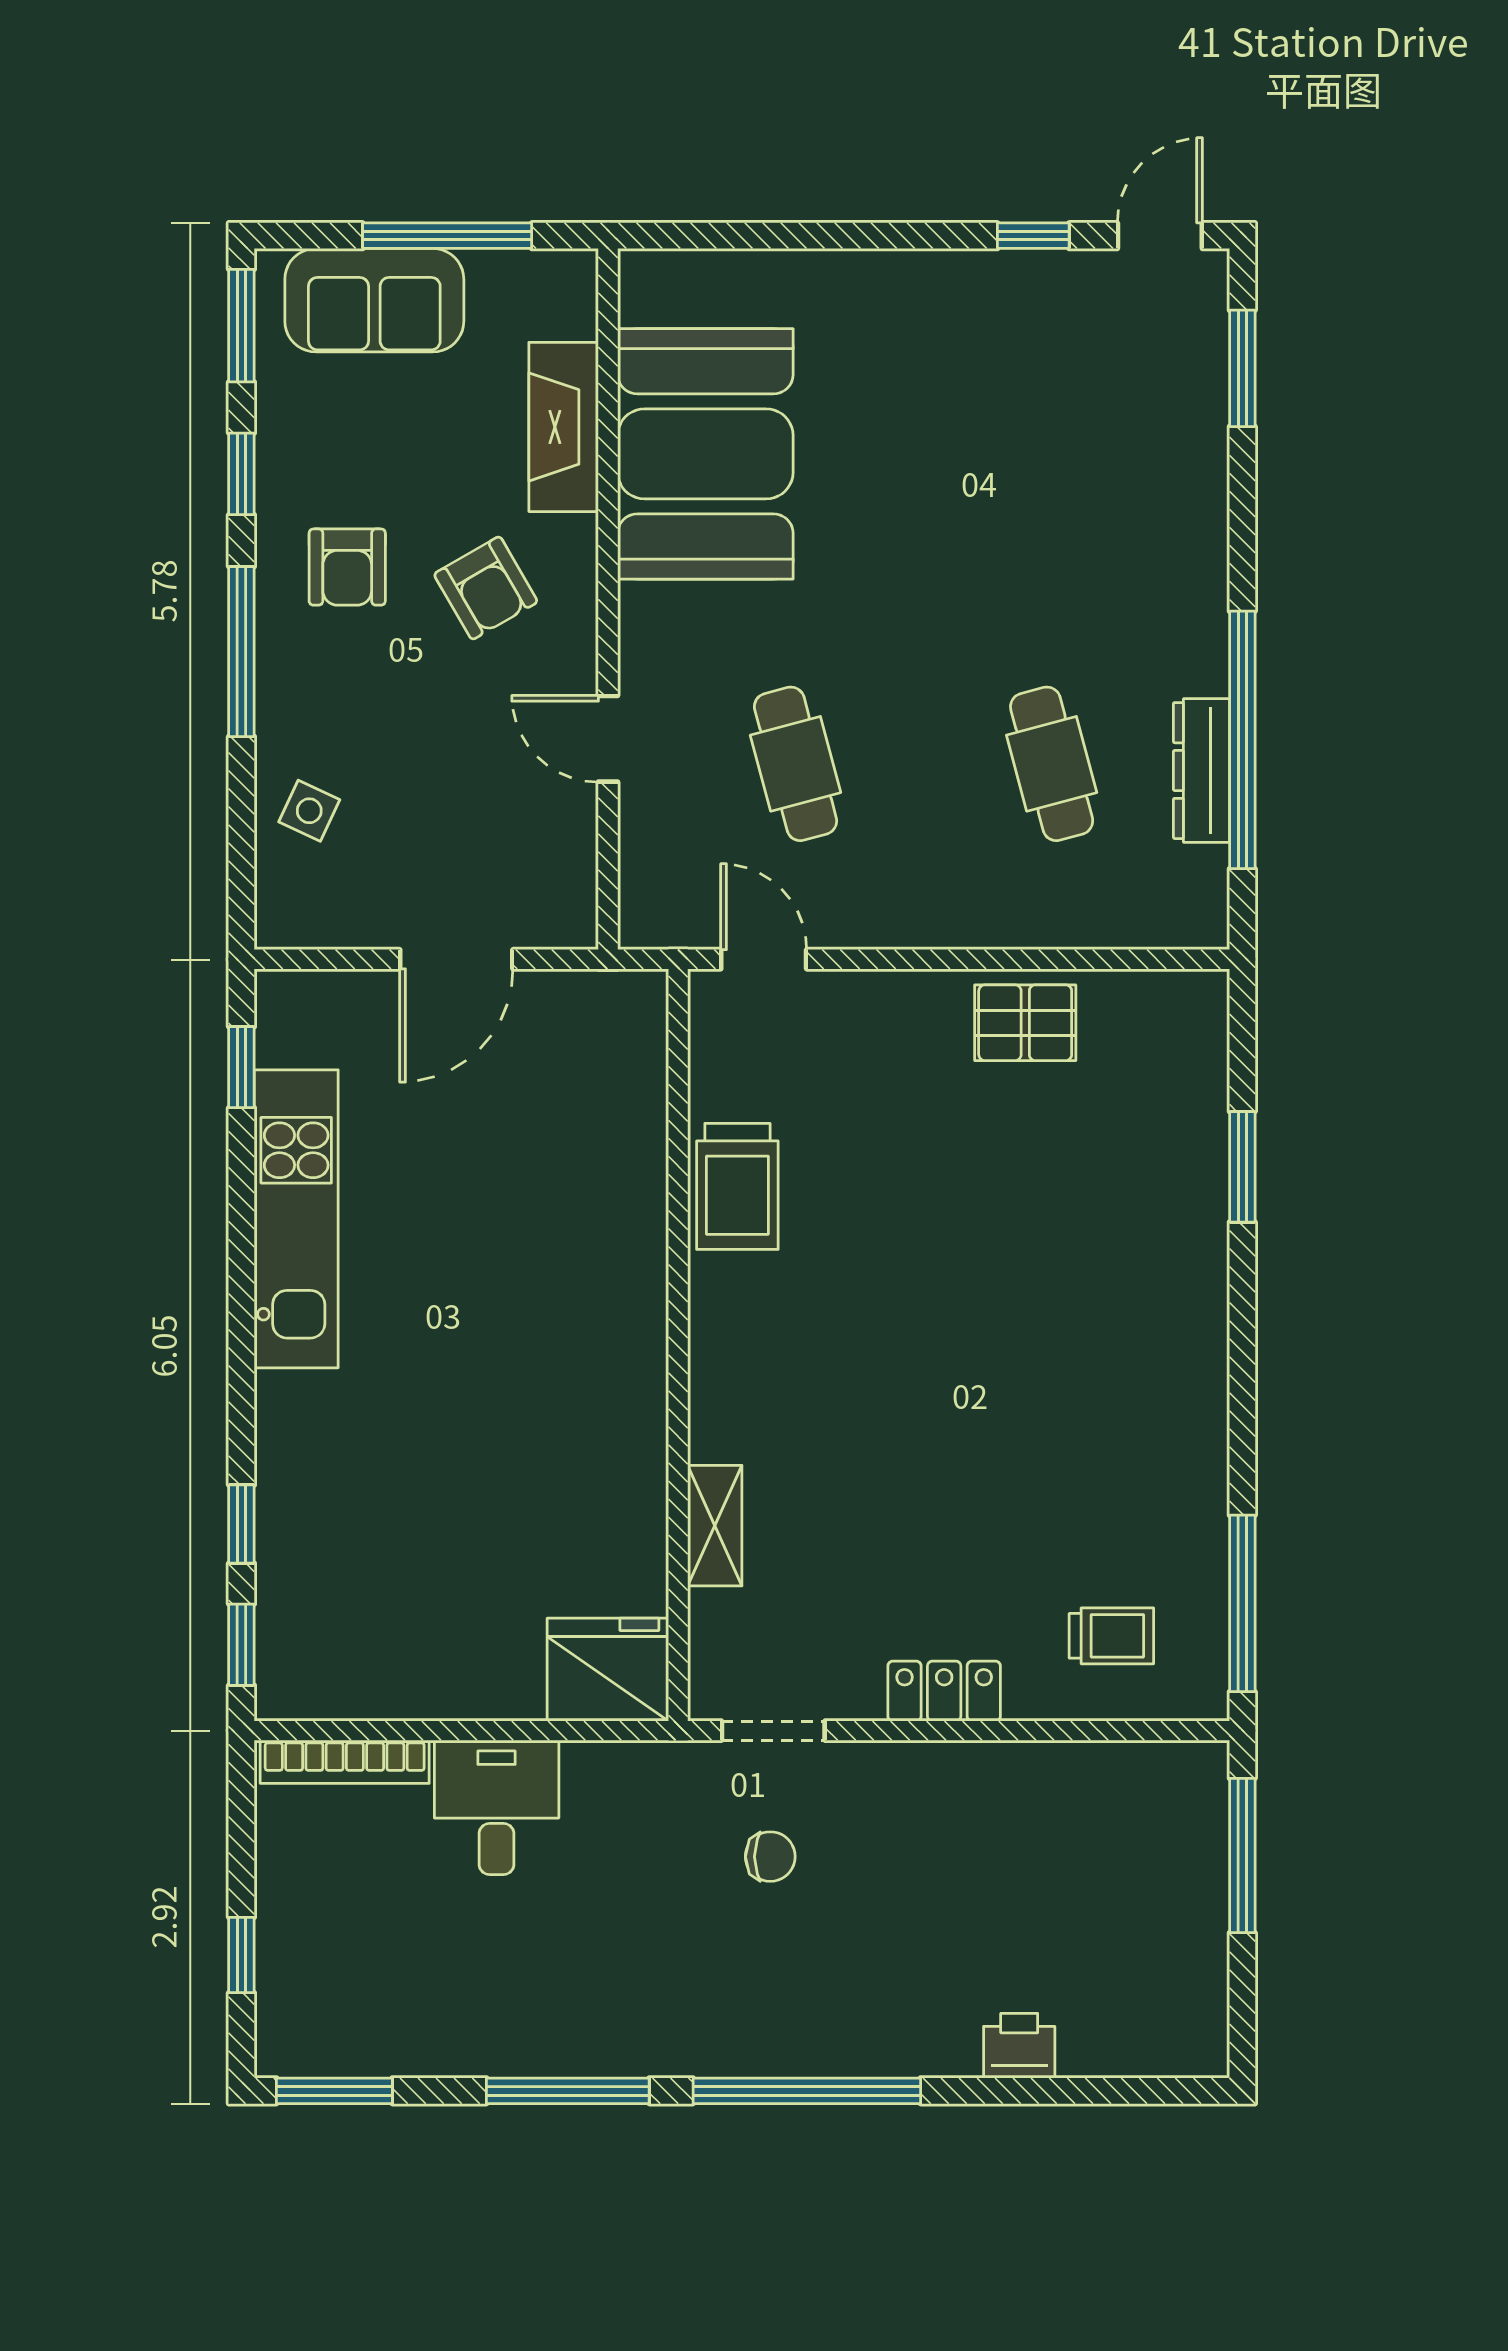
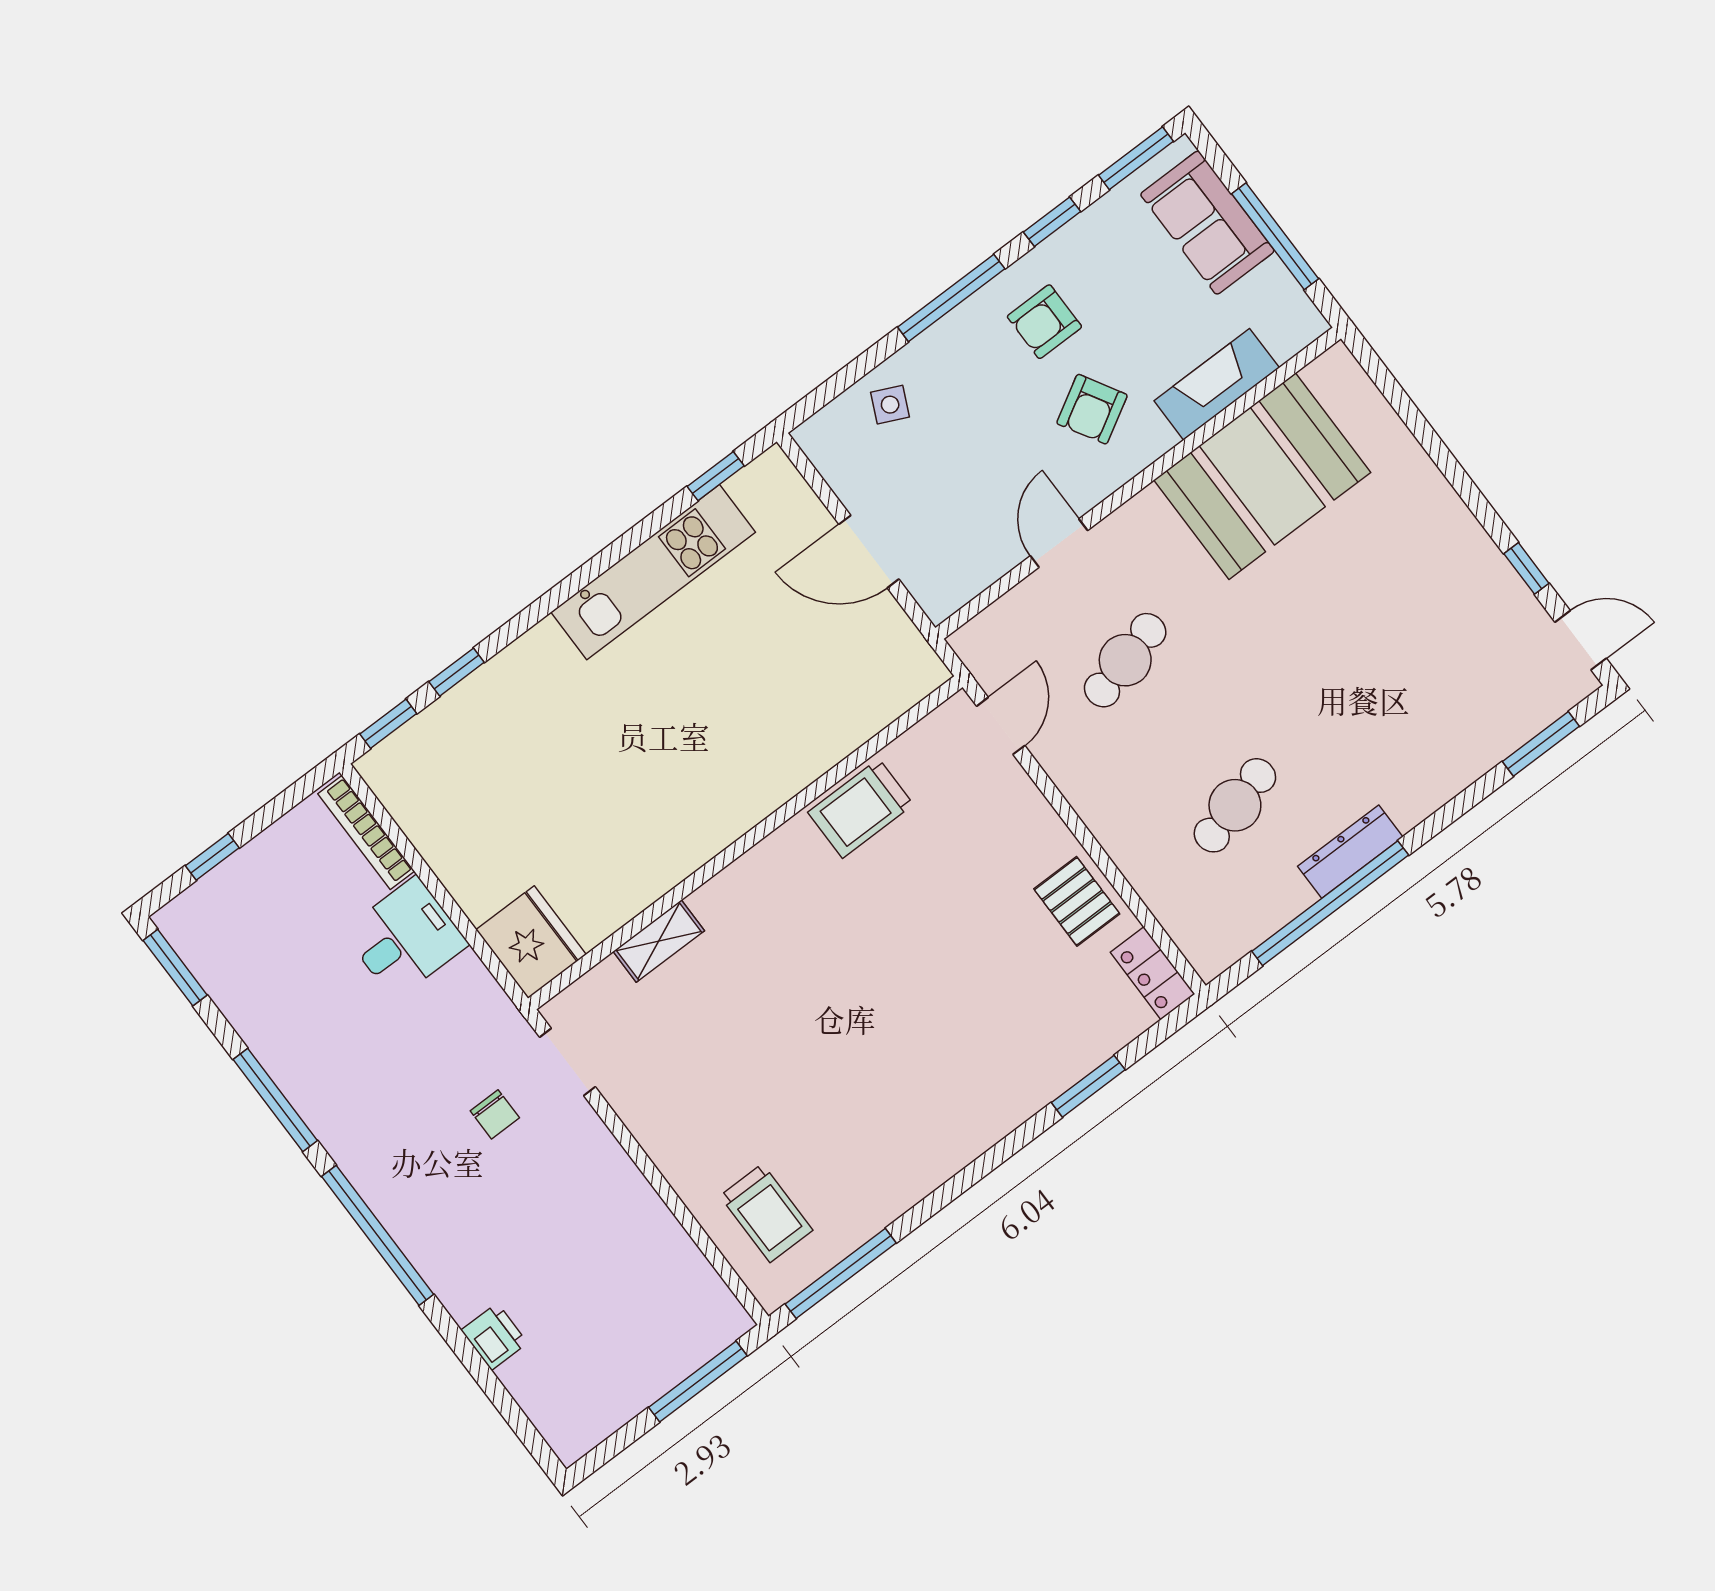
dresser: (1201, 771) -> (1350, 852), moved
trolley: (1111, 1636) -> (766, 1213), width x1.36, depth x1.39
locker: (944, 1691) -> (1153, 973), moved, turned 180

